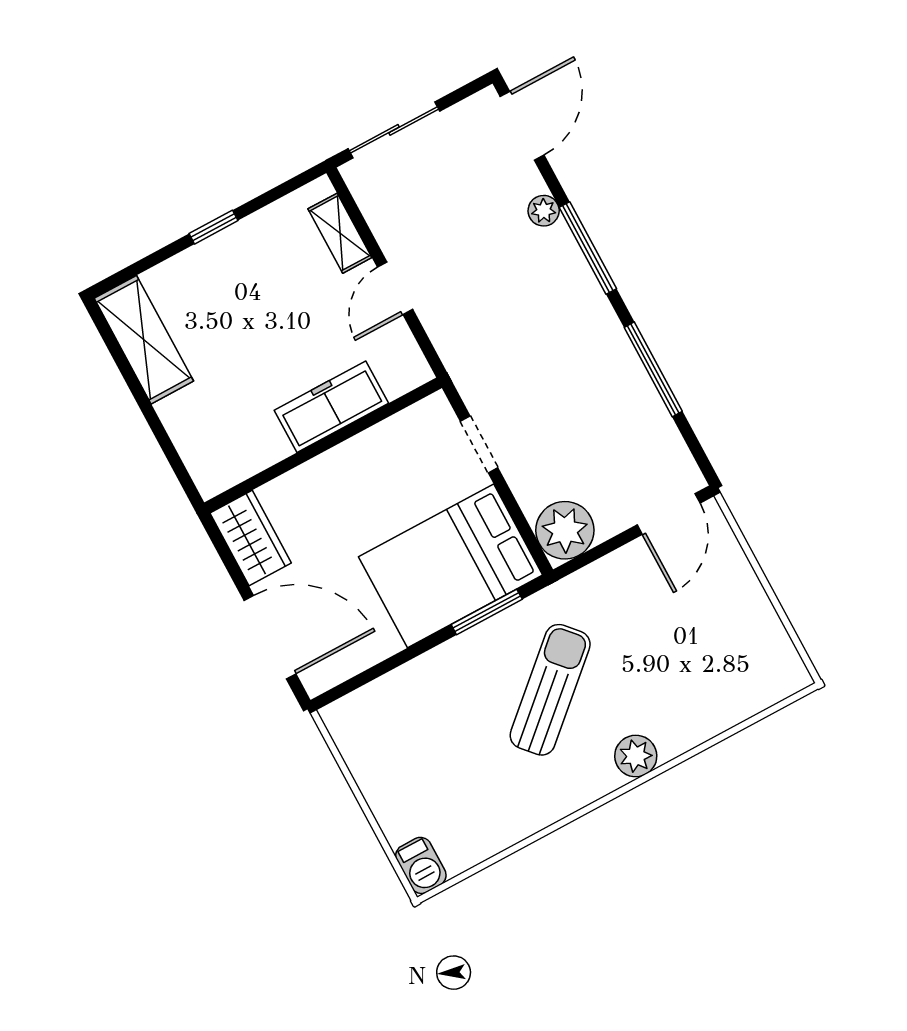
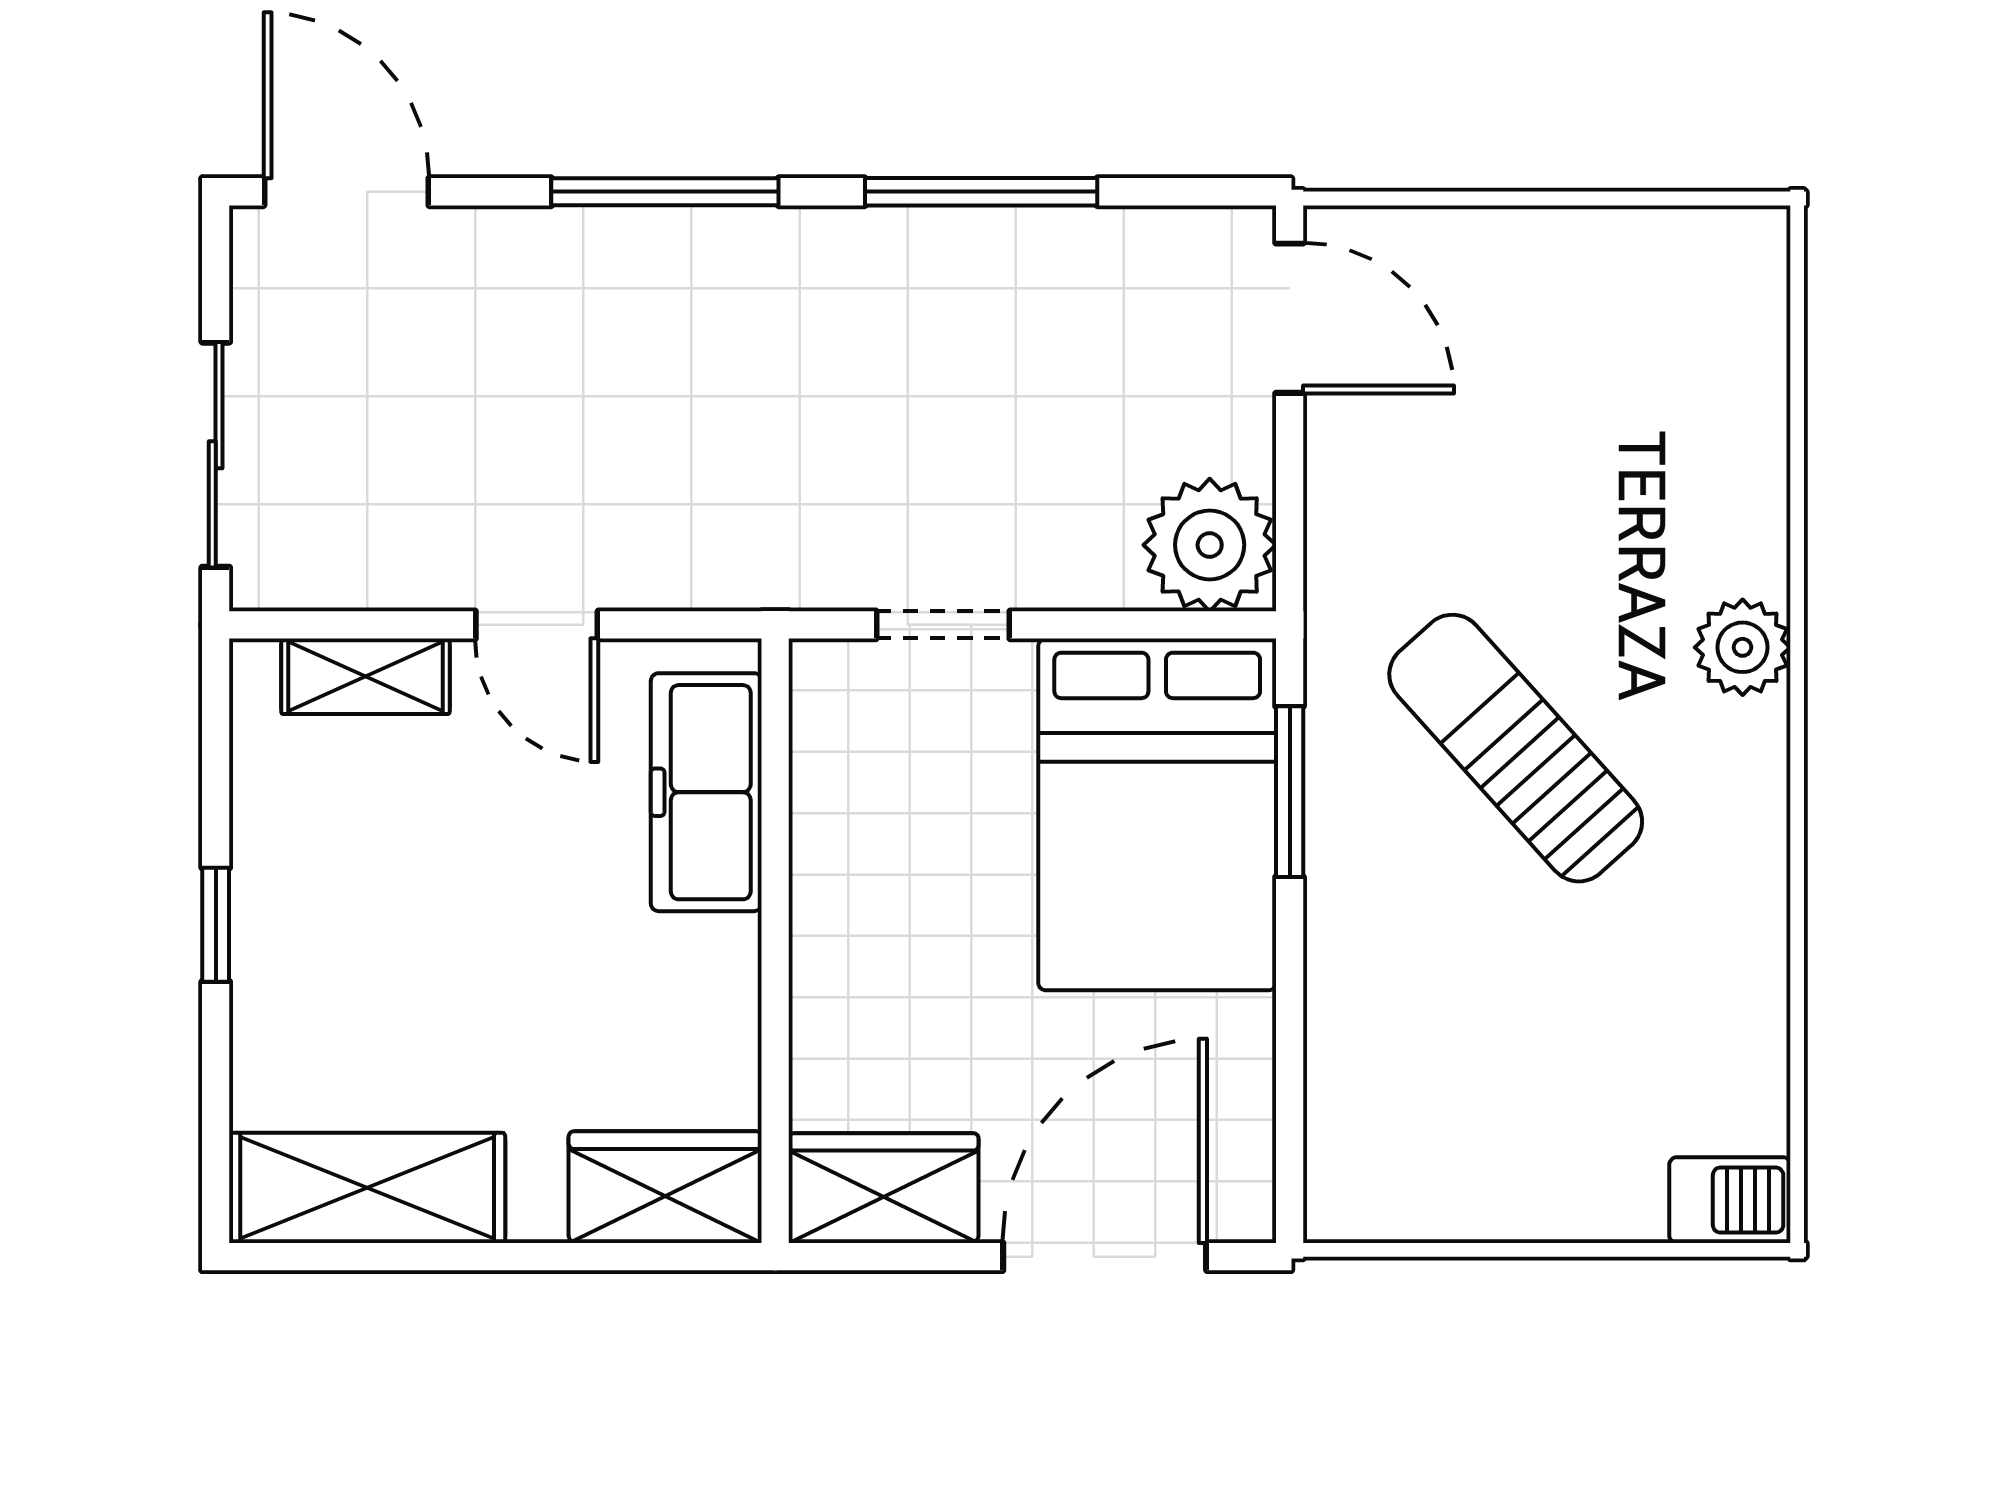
plant: (544, 211) -> (541, 241), removed
freezer: (331, 407) -> (706, 792), moved
wardrobe: (206, 454) -> (665, 1187), added

